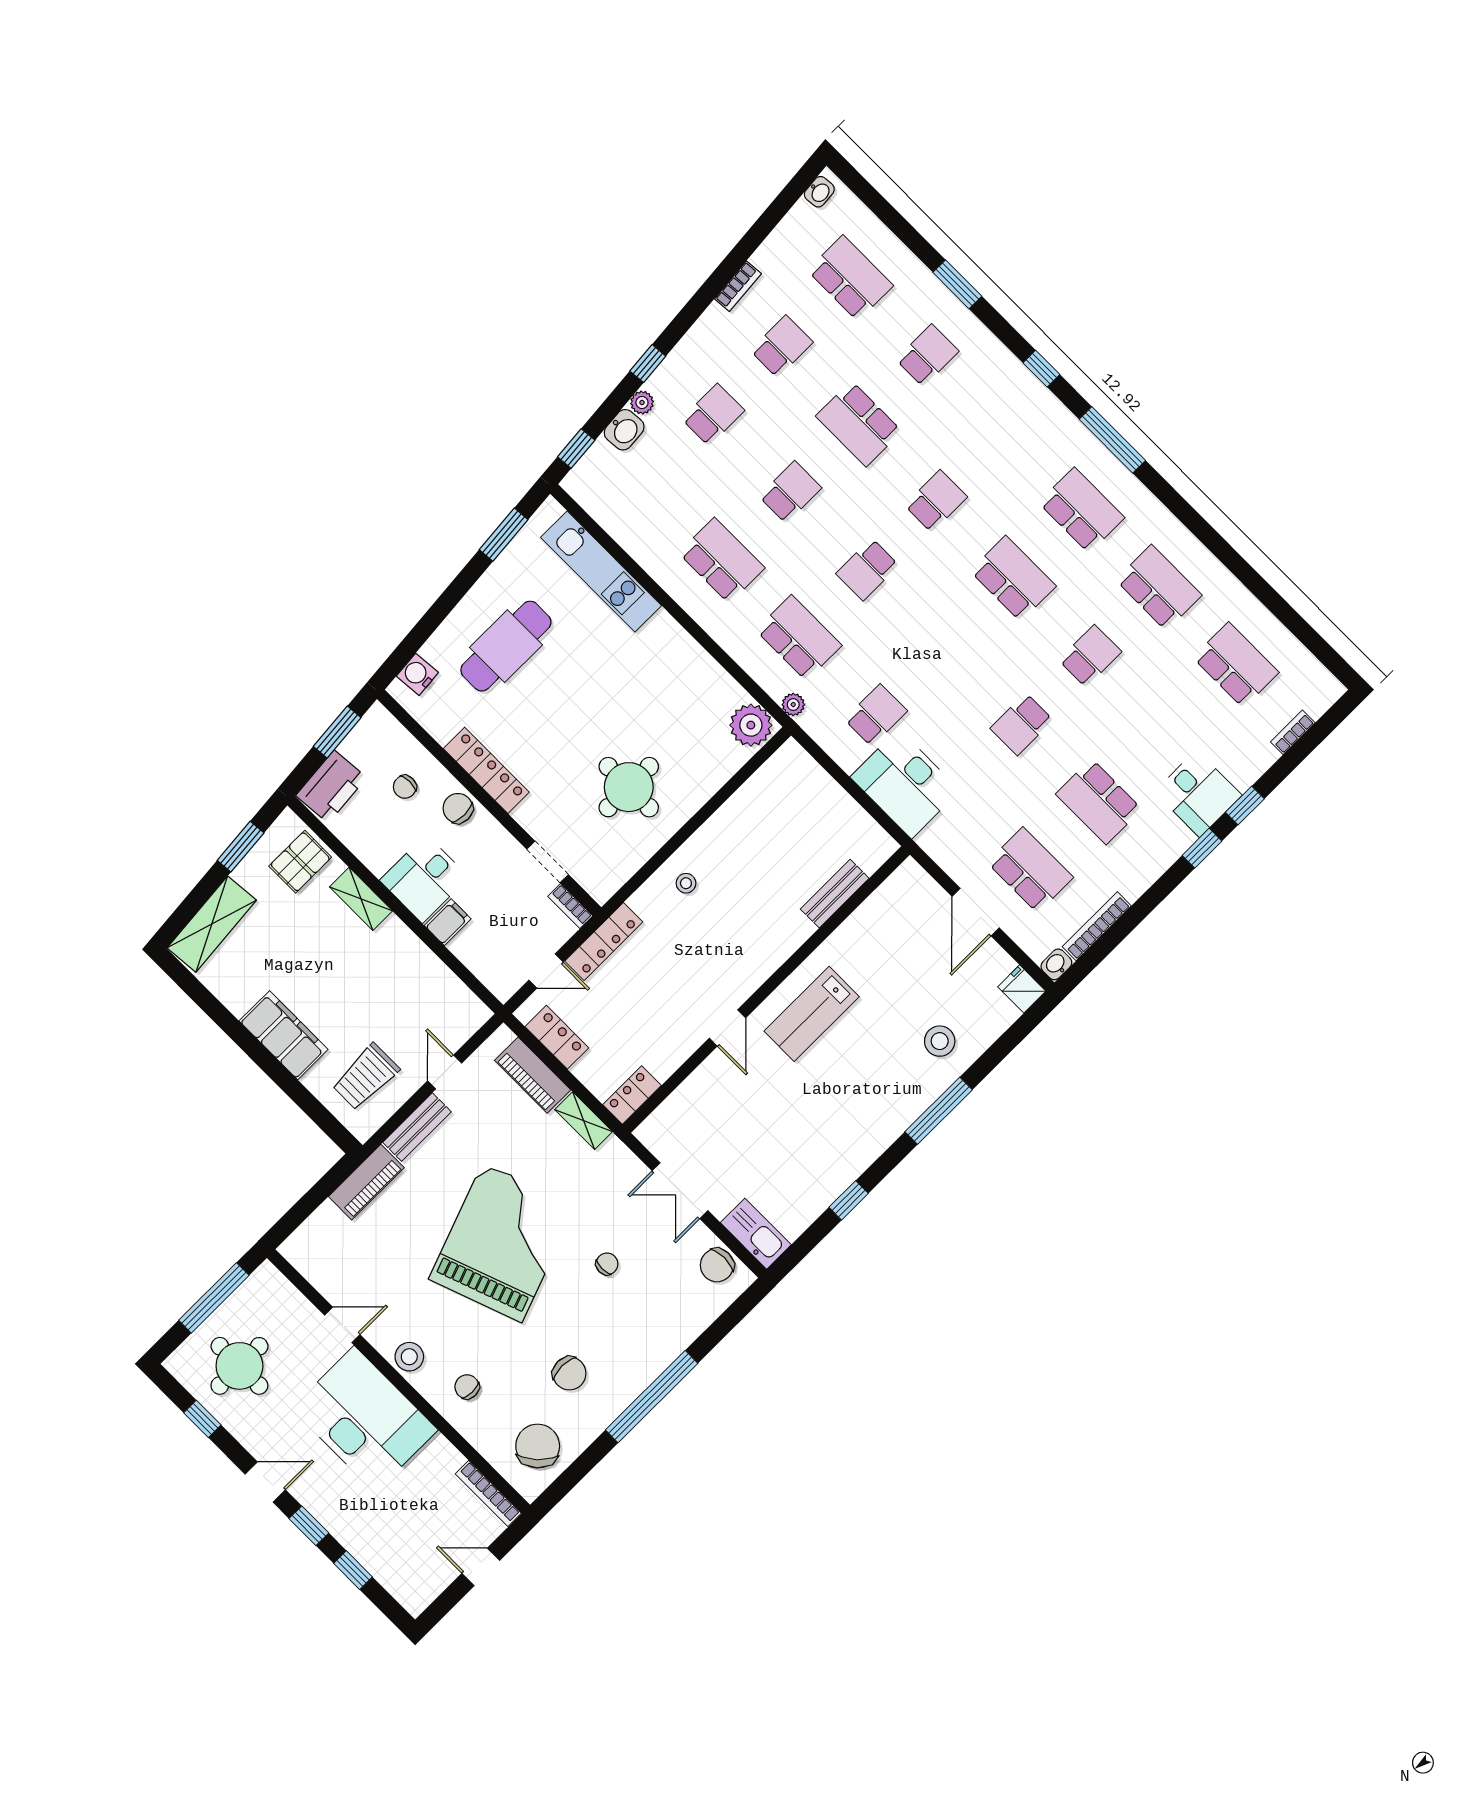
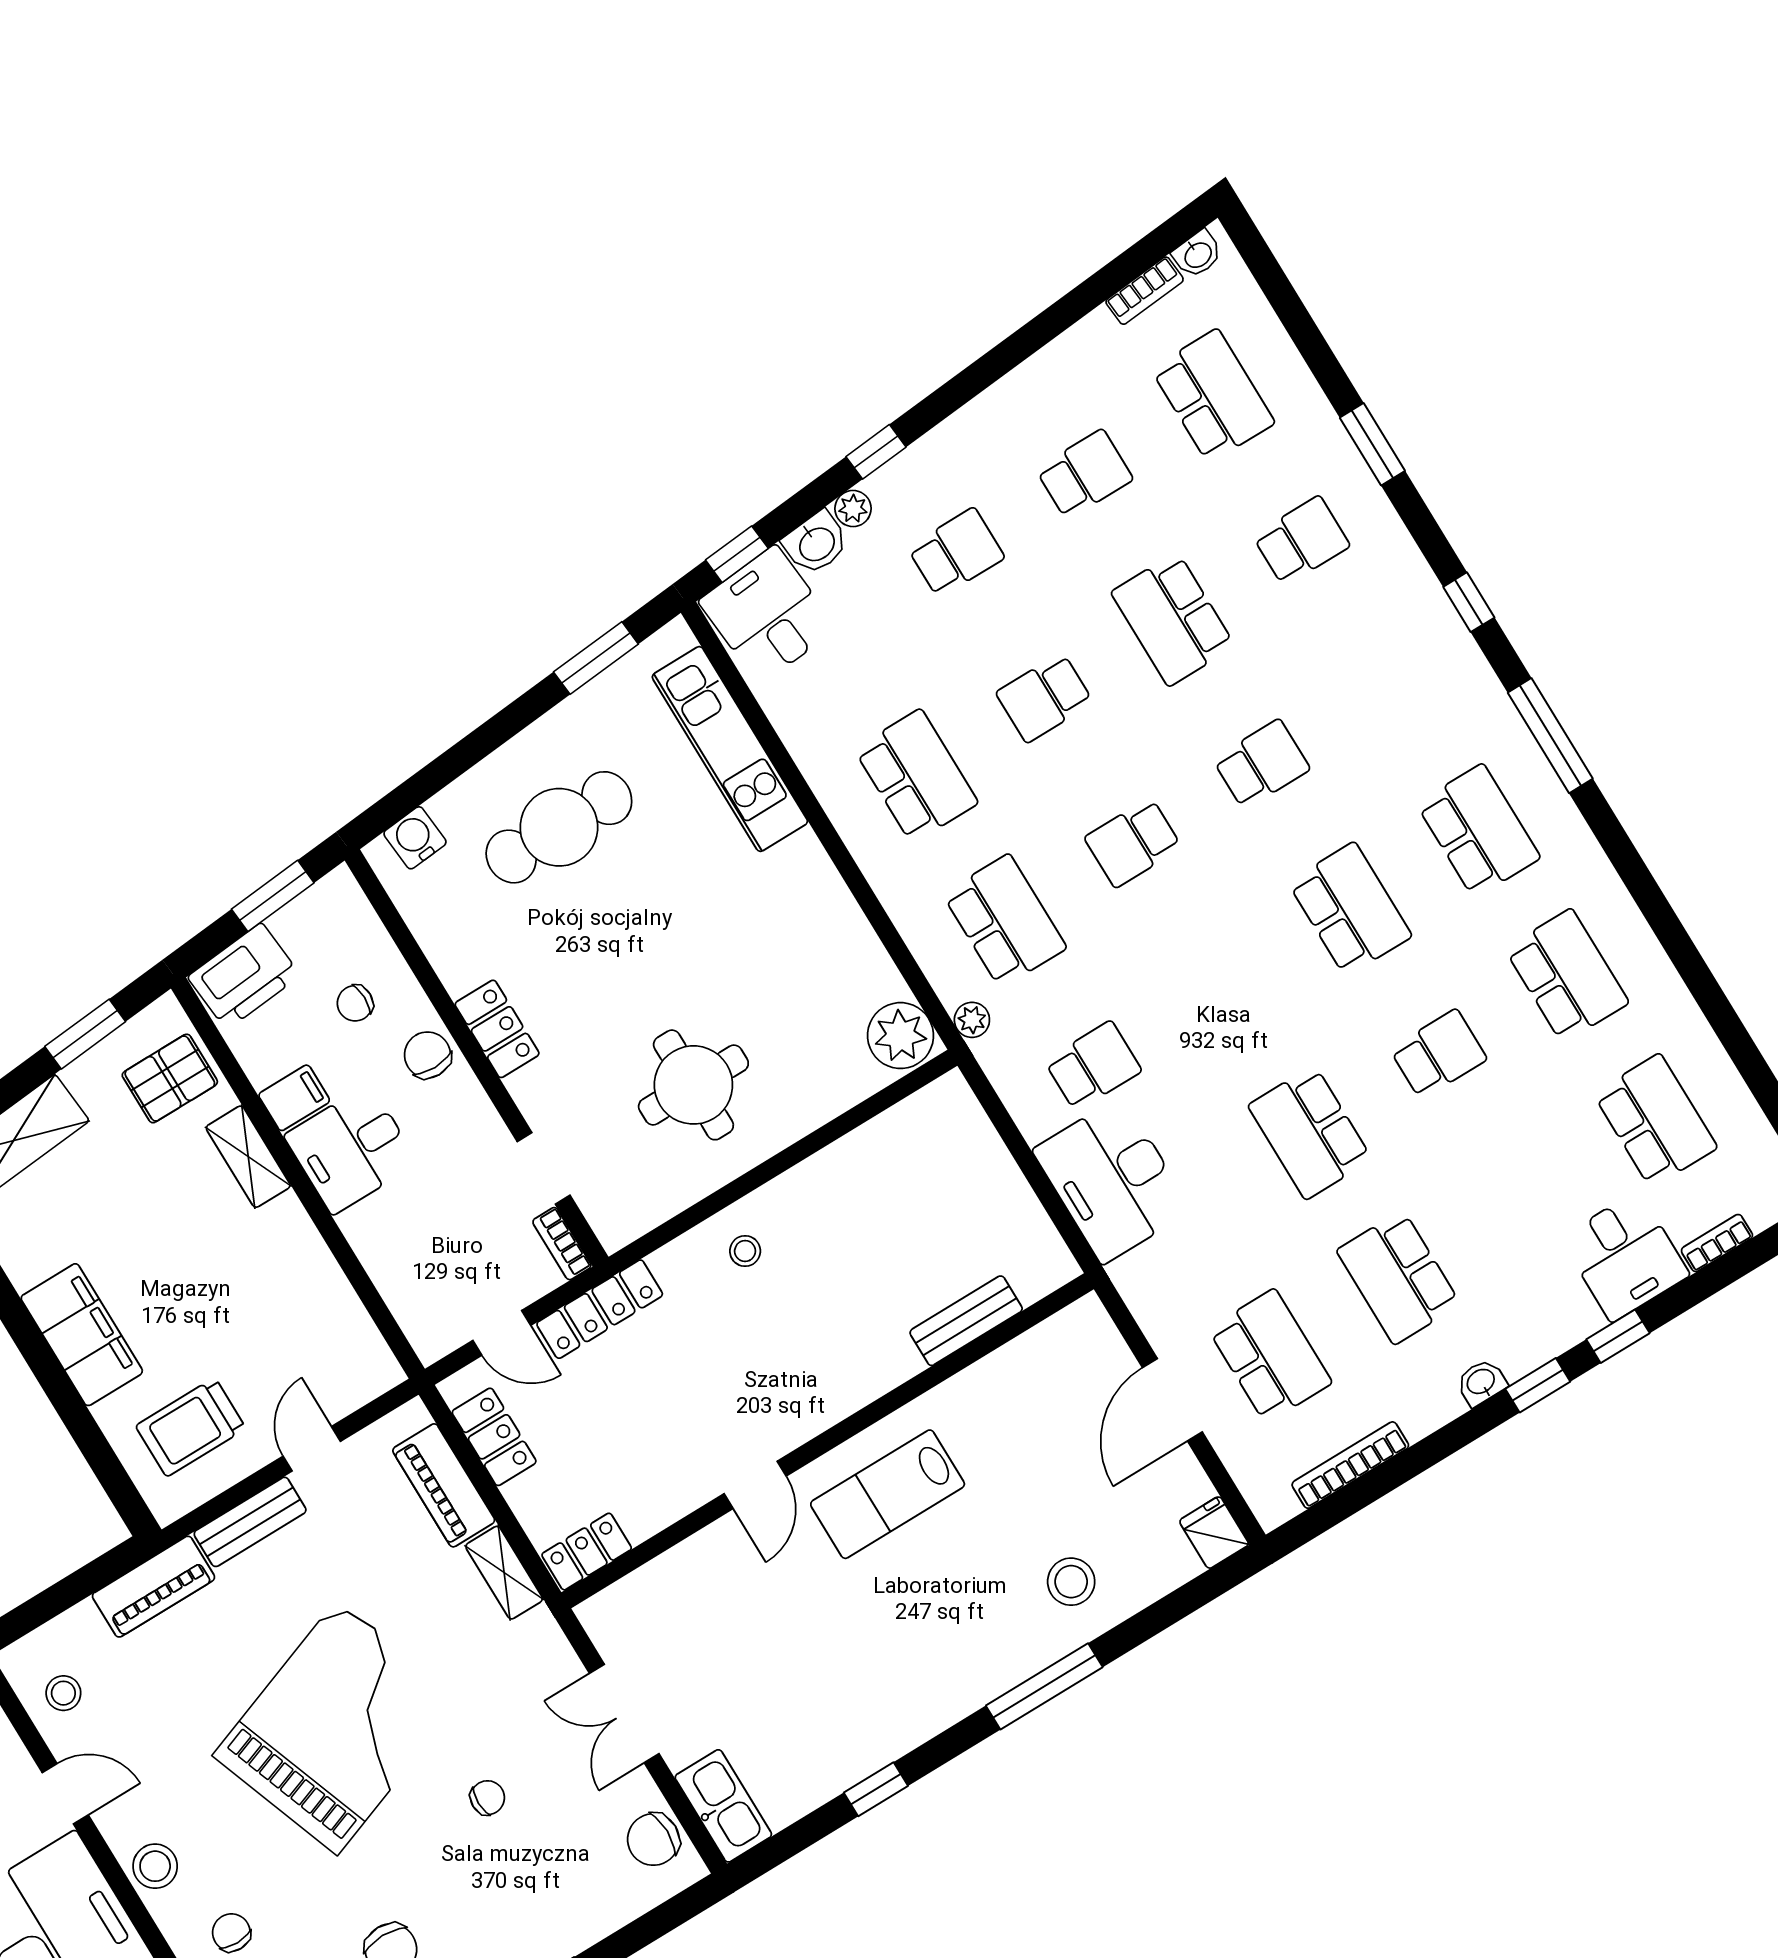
bookcase: (738, 286) -> (1145, 291), moved
desk: (605, 482) -> (768, 615), added
school desk: (790, 492) -> (1045, 698), turned 180
school desk: (1022, 724) -> (1310, 1132), width x1.85
locker: (486, 770) -> (497, 1029), width x0.66
desk: (1198, 793) -> (1625, 1256), moved
filing cabinet: (448, 922) -> (294, 1098), moved
washbasin: (1056, 964) -> (1481, 1382), moved
stool: (326, 1262) -> (63, 1693), added

